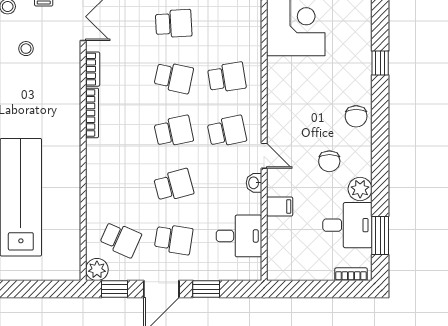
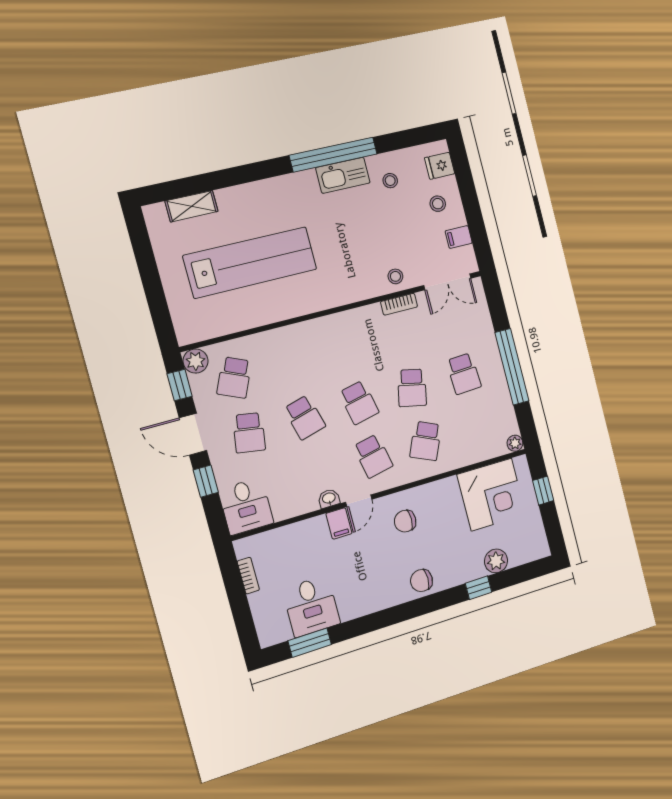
stool: (26, 49) -> (395, 276), moved
school desk: (227, 77) -> (426, 441), turned 33
bookcase: (92, 113) -> (356, 315), removed
chair: (329, 161) -> (405, 521), moved
plant: (360, 189) -> (496, 561), moved
filing cabinet: (280, 207) -> (339, 523), moved
desk: (239, 236) -> (246, 506), moved
bookcase: (351, 274) -> (248, 576), moved

